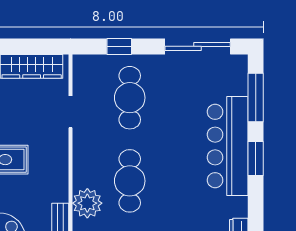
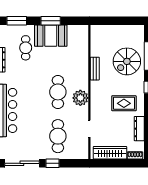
window: (119, 46) -> (53, 163), moved
plant: (87, 203) -> (80, 98), moved

